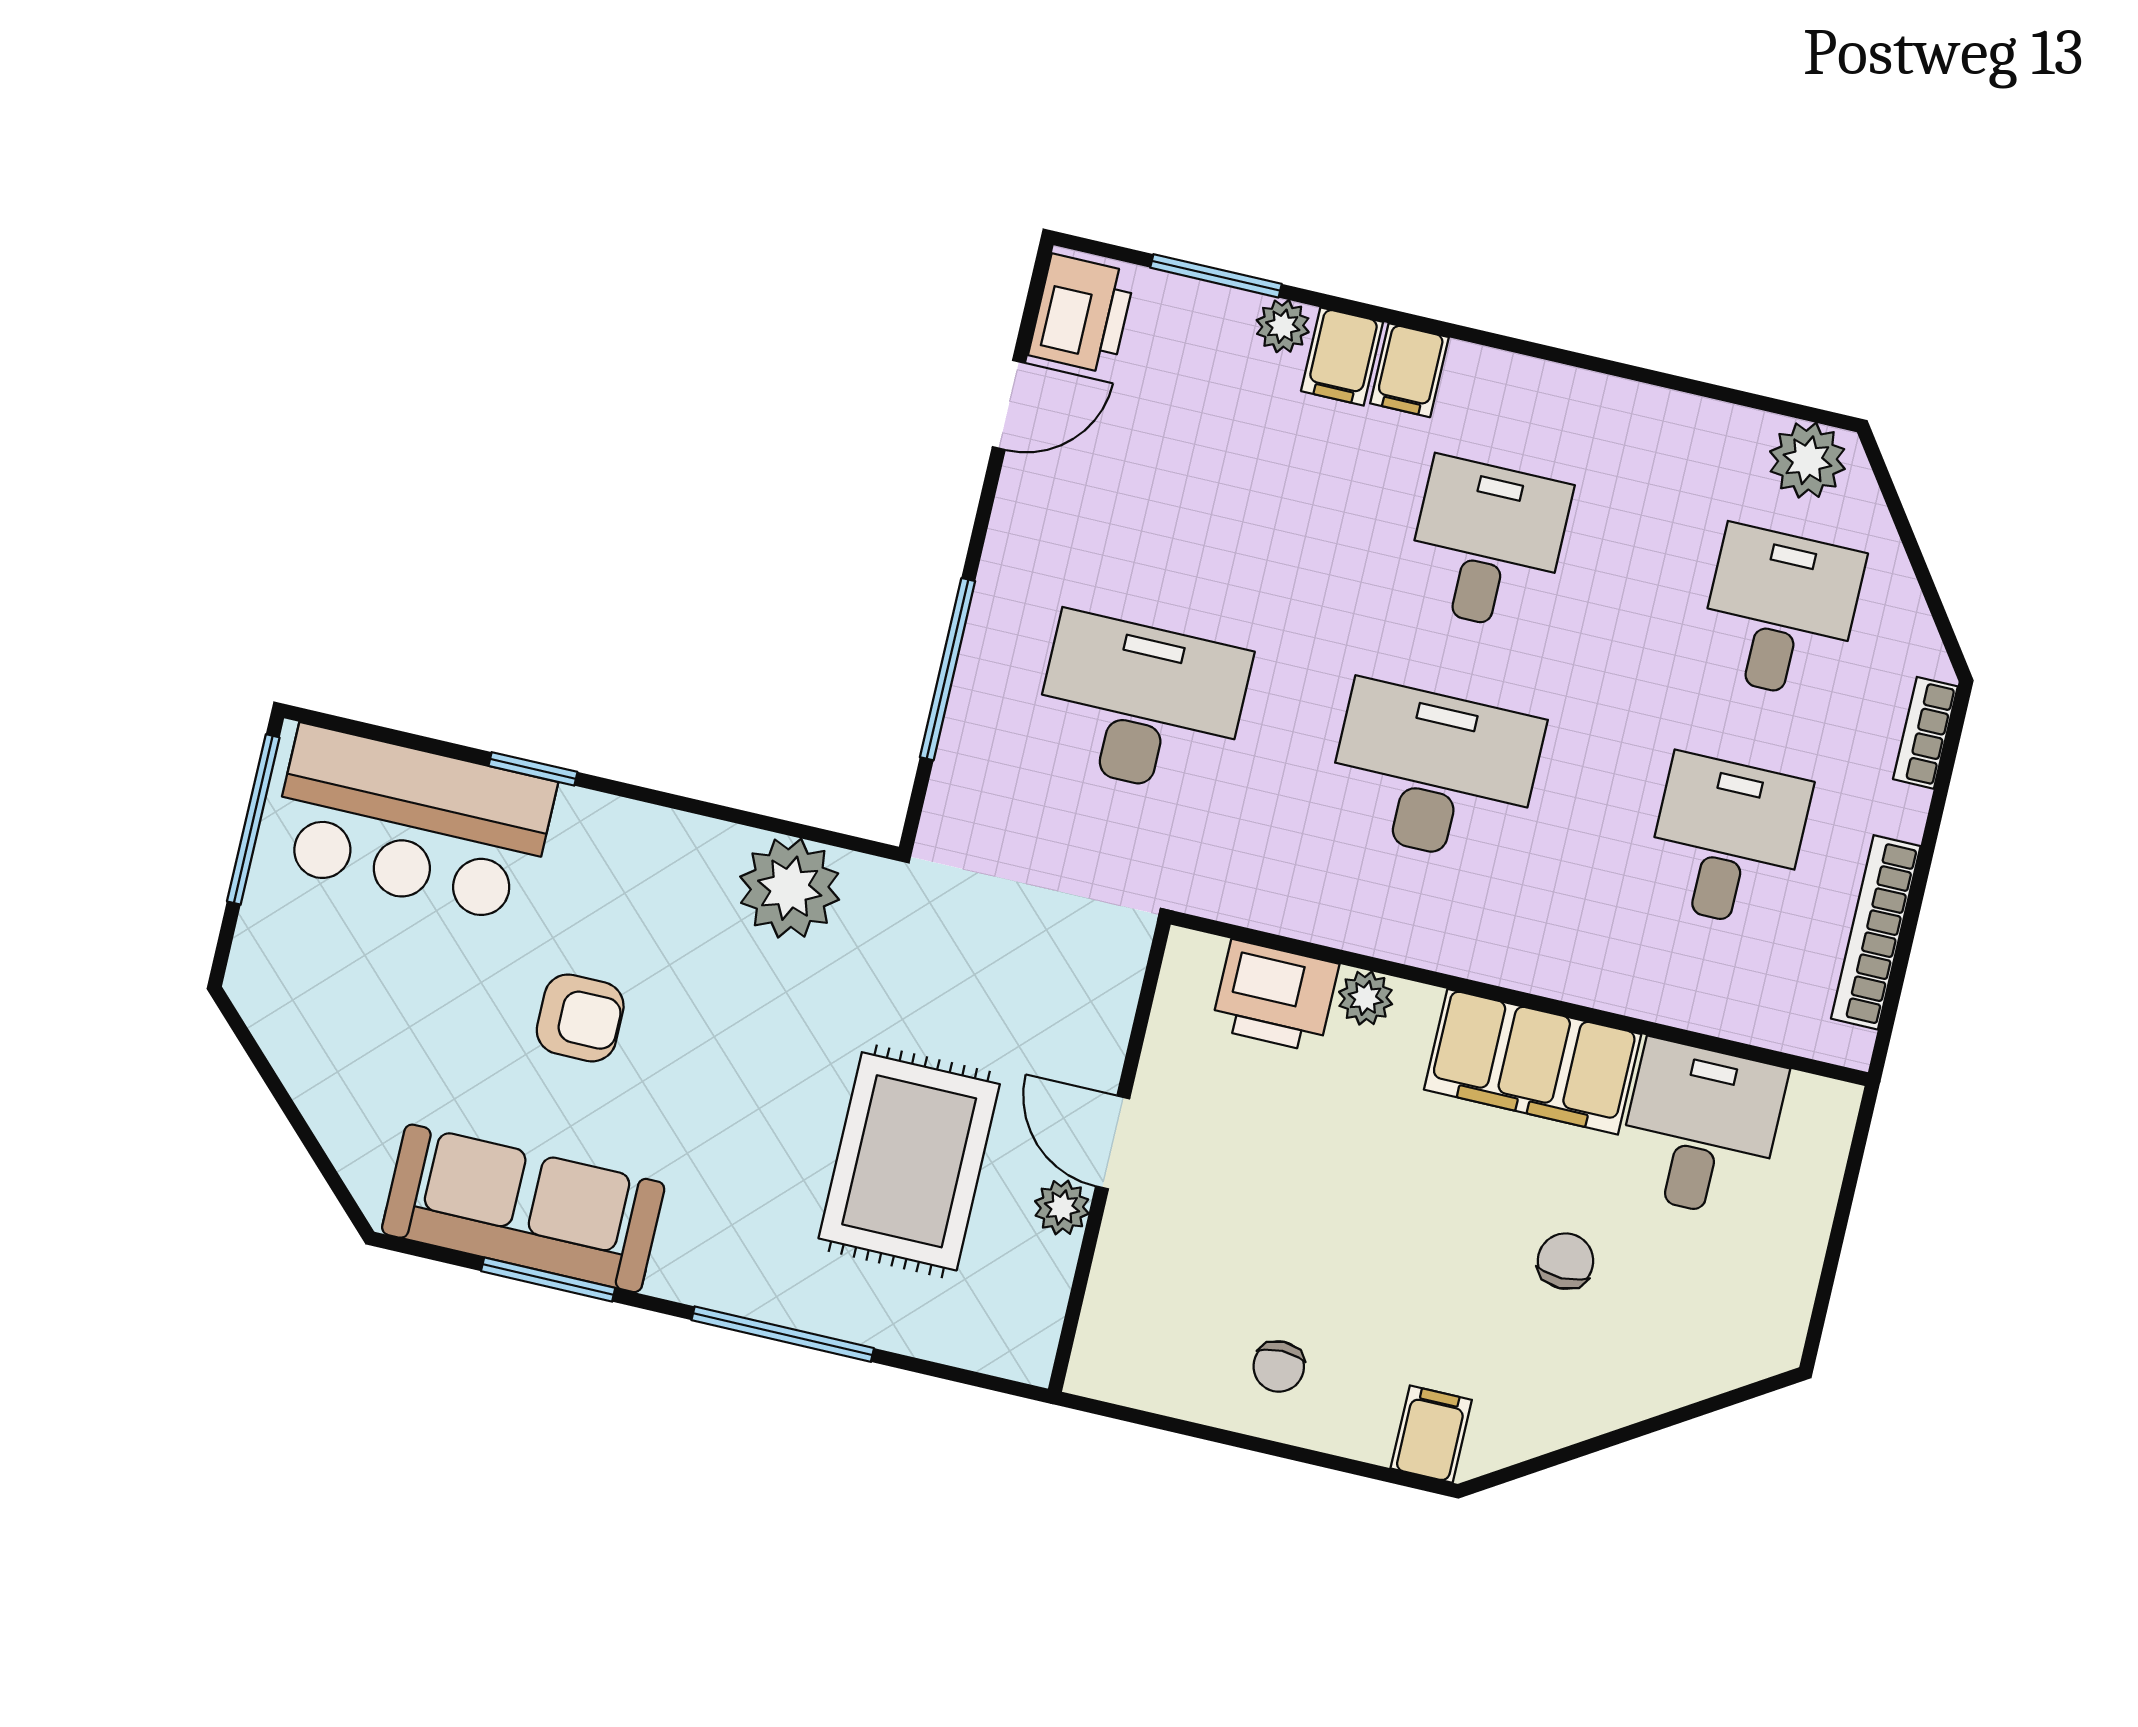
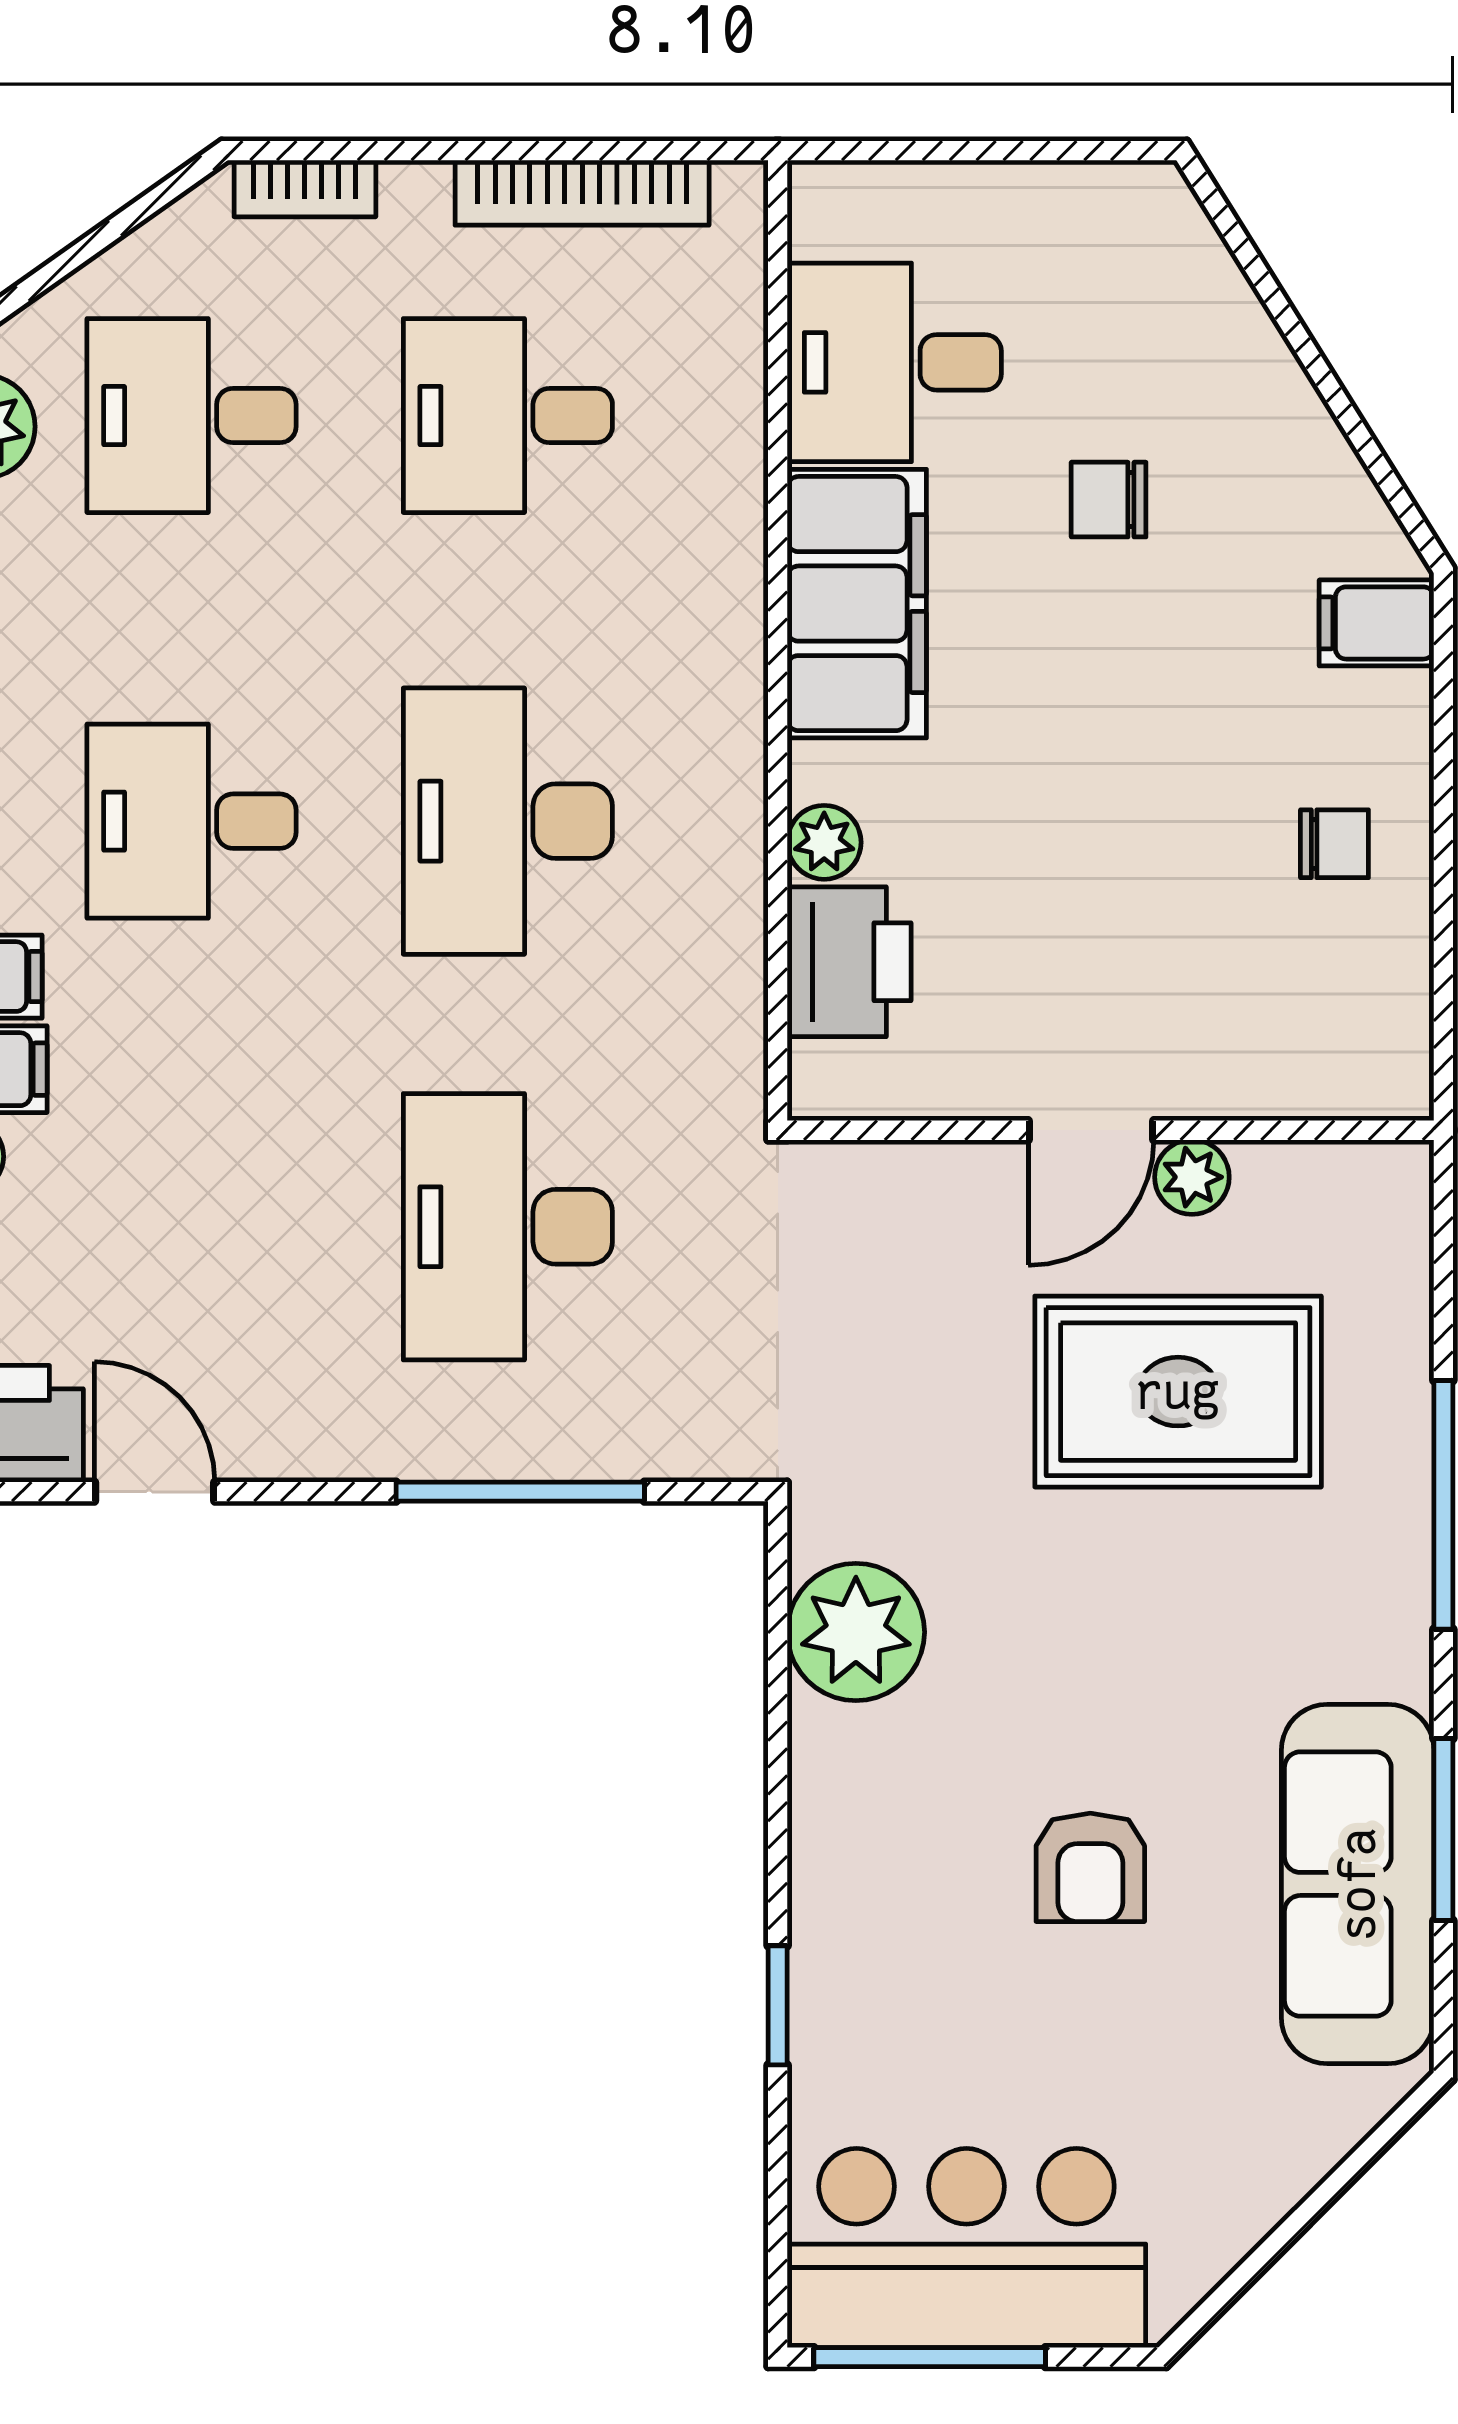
bar counter: (412, 824) -> (966, 2248), moved, turned -90
armchair: (580, 1018) -> (1090, 1867), turned 180

